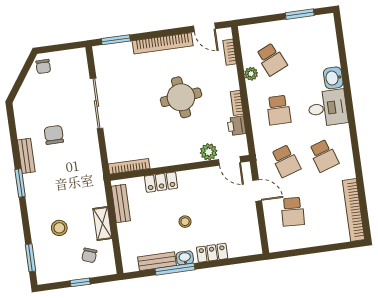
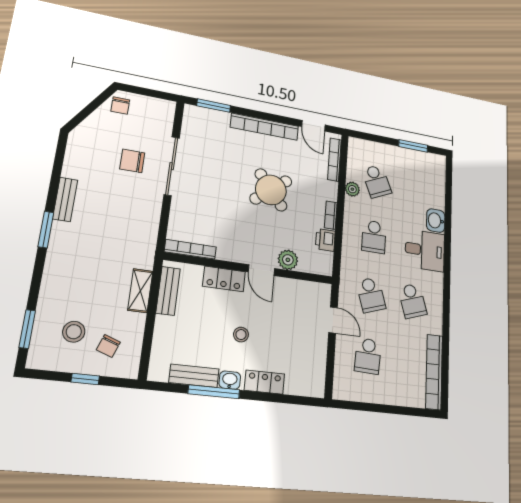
bookcase: (230, 52) -> (334, 160), width x1.56
round table: (181, 97) -> (271, 190), turned -32
chair: (54, 135) -> (132, 161), moved, turned -90
door: (230, 161) -> (261, 270), moved
shelving: (102, 224) -> (140, 291), moved
stool: (59, 228) -> (74, 332), moved

